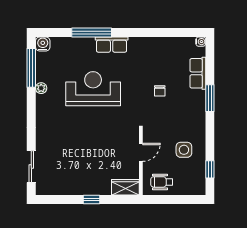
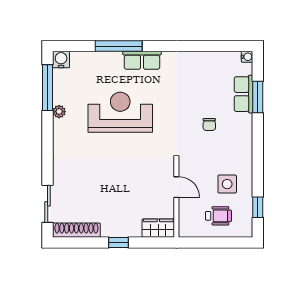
chair: (160, 91) -> (209, 124), moved
window: (210, 98) -> (258, 97), moved
door: (141, 152) -> (176, 187), hinge flipped
wheelchair: (162, 182) -> (218, 216), moved, turned 180
shoe rack: (56, 189) -> (76, 230), added

